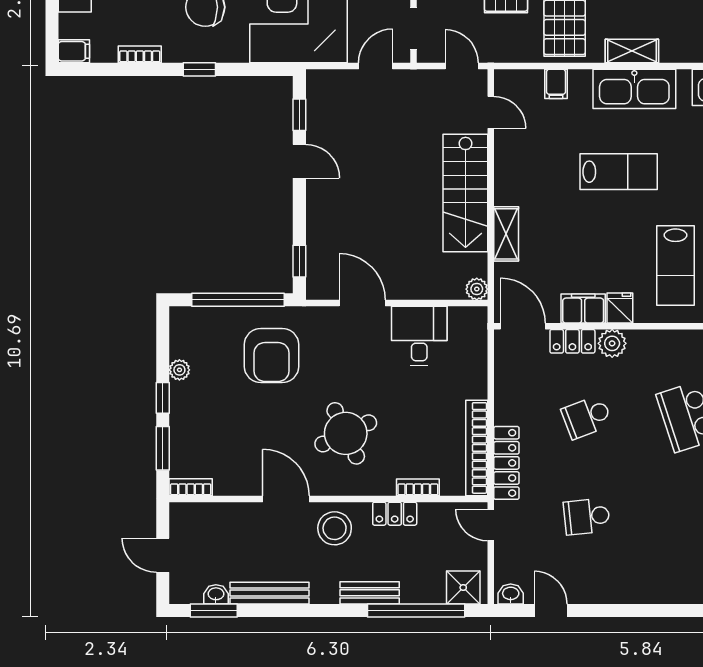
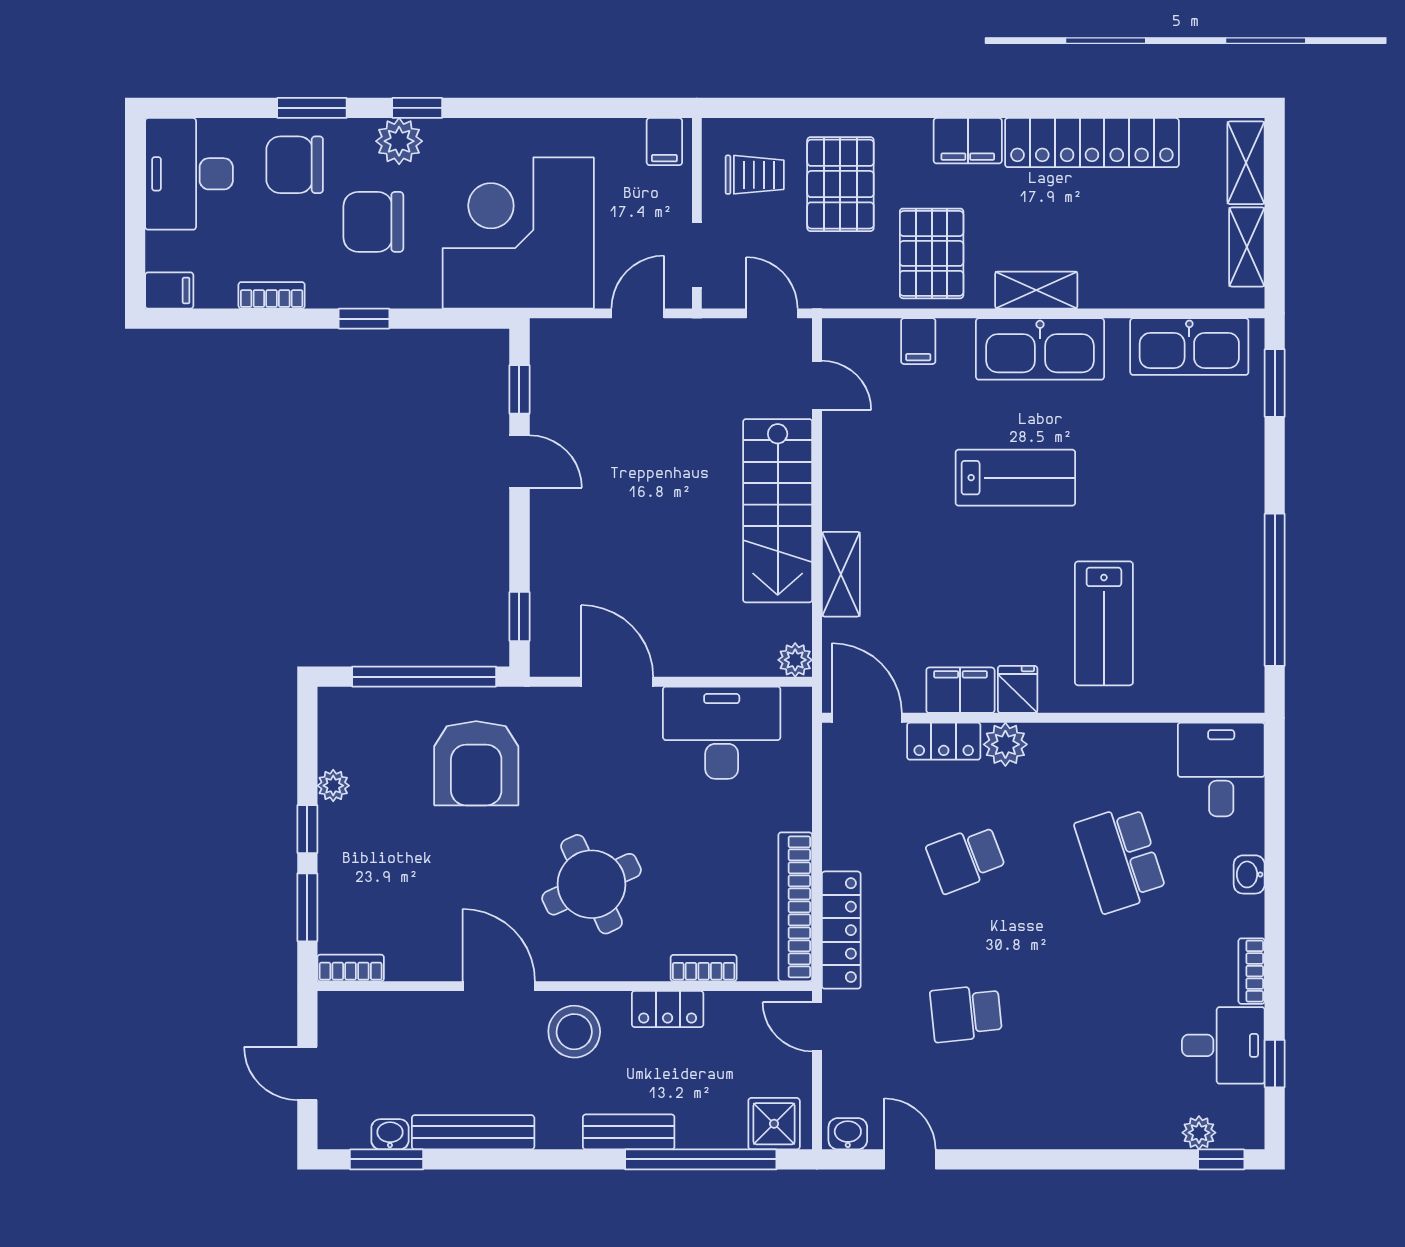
desk: (419, 336) -> (722, 733), width x1.37

